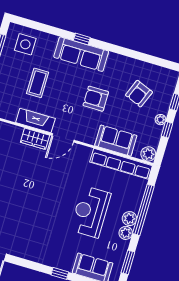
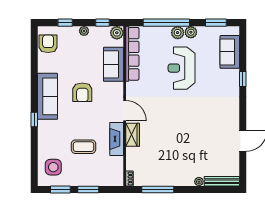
sofa: (81, 54) -> (48, 96), moved
armchair: (139, 94) -> (48, 44), moved, turned -112
window: (167, 130) -> (102, 23), moved
reception desk: (91, 212) -> (182, 68), turned 90

